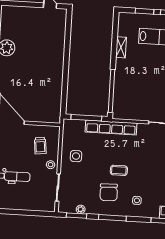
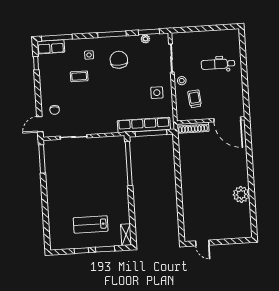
shelving: (121, 47) -> (126, 235), moved
shoe rack: (45, 118) -> (193, 128), added
row of seats: (111, 128) -> (144, 125), moved
coffee table: (119, 170) -> (79, 76), moved

